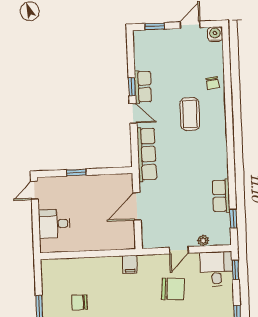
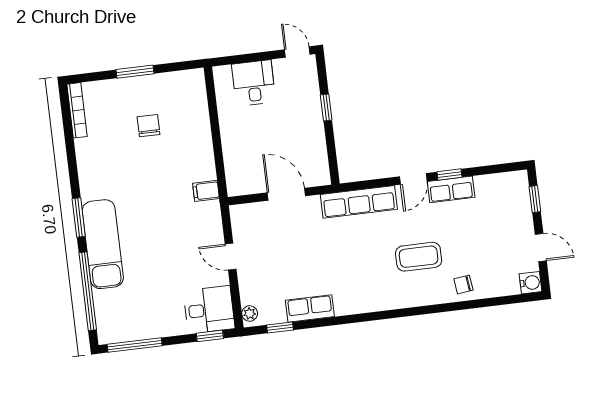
plant: (203, 241) -> (250, 314), moved
chair: (173, 289) -> (177, 252), removed

